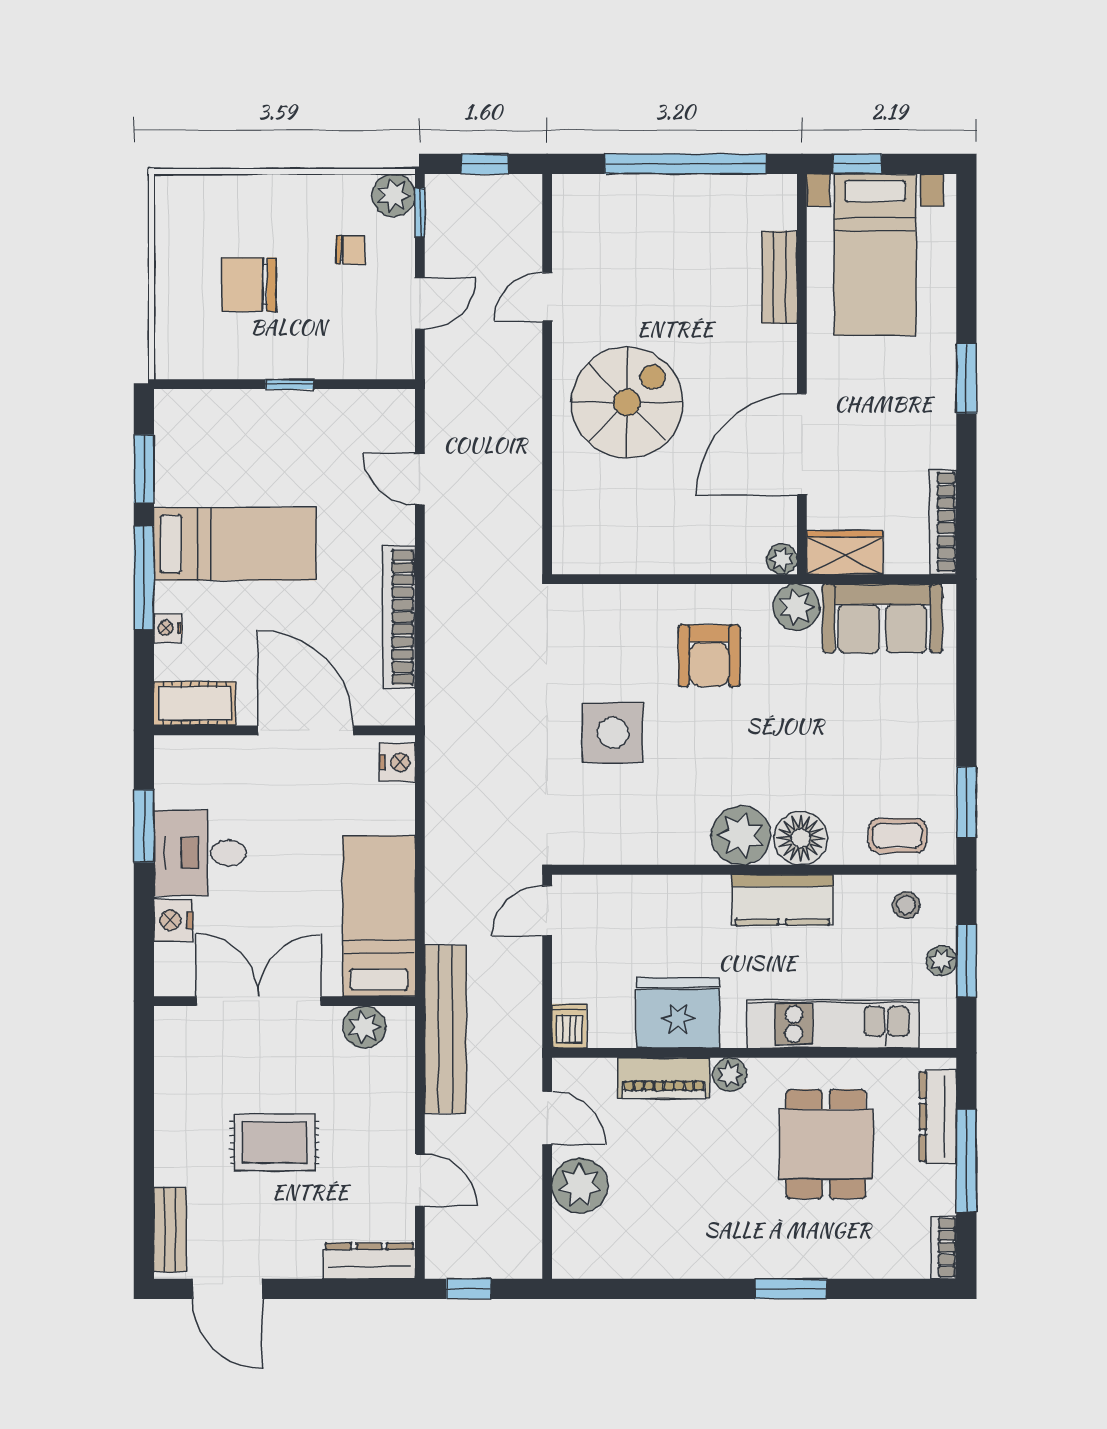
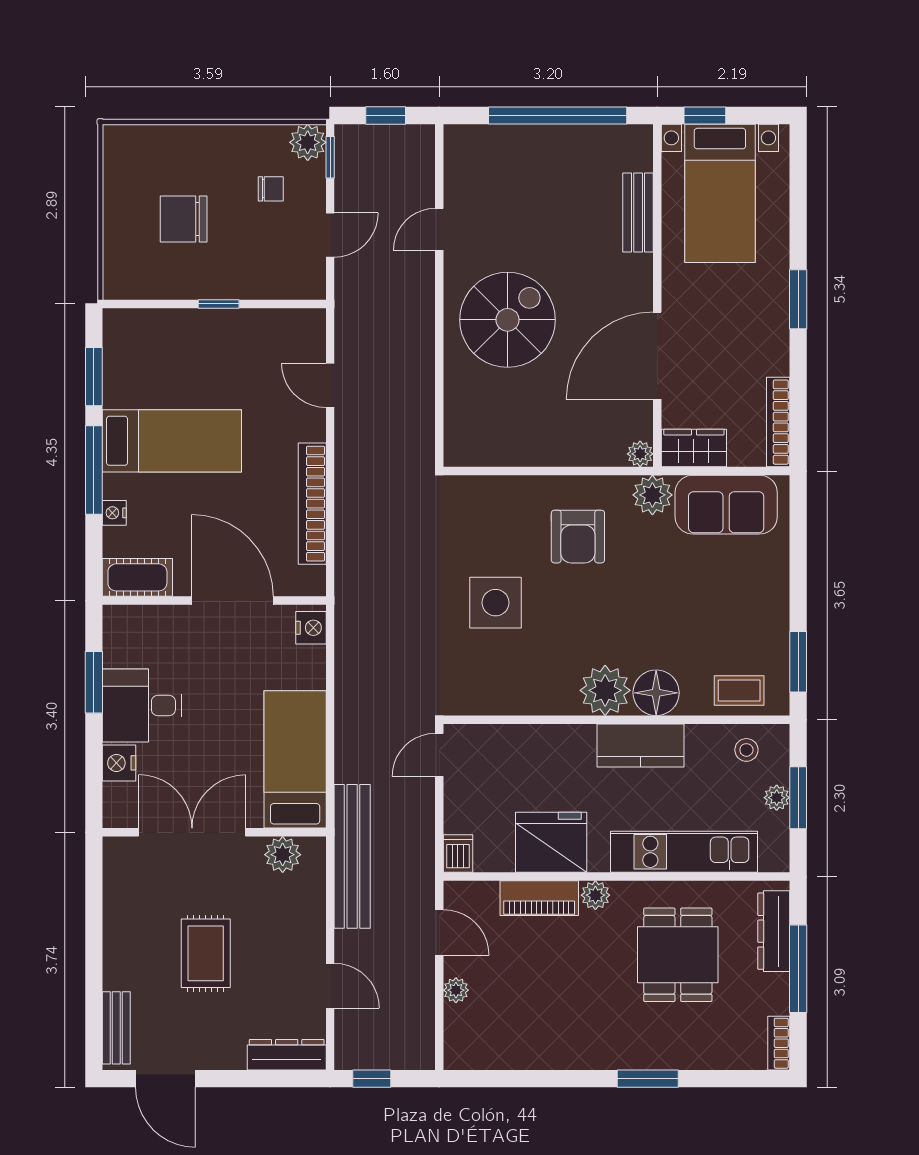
rug: (275, 1142) -> (206, 953), turned 90
plant: (580, 1186) -> (456, 990), width x0.53, depth x0.53

